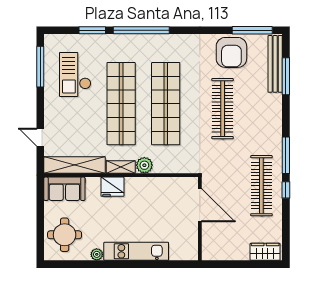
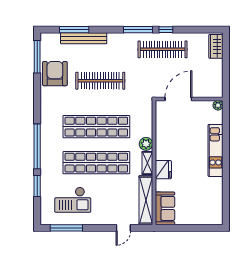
armchair: (231, 52) -> (55, 74), turned -90
bench: (275, 64) -> (84, 38), moved
round table: (65, 235) -> (202, 208), removed
plant: (97, 254) -> (218, 105), moved

